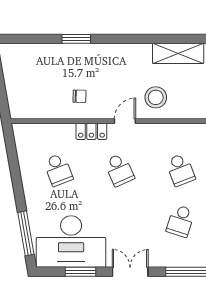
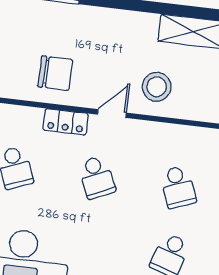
chair: (79, 96) -> (55, 73), width x1.87, depth x1.87

